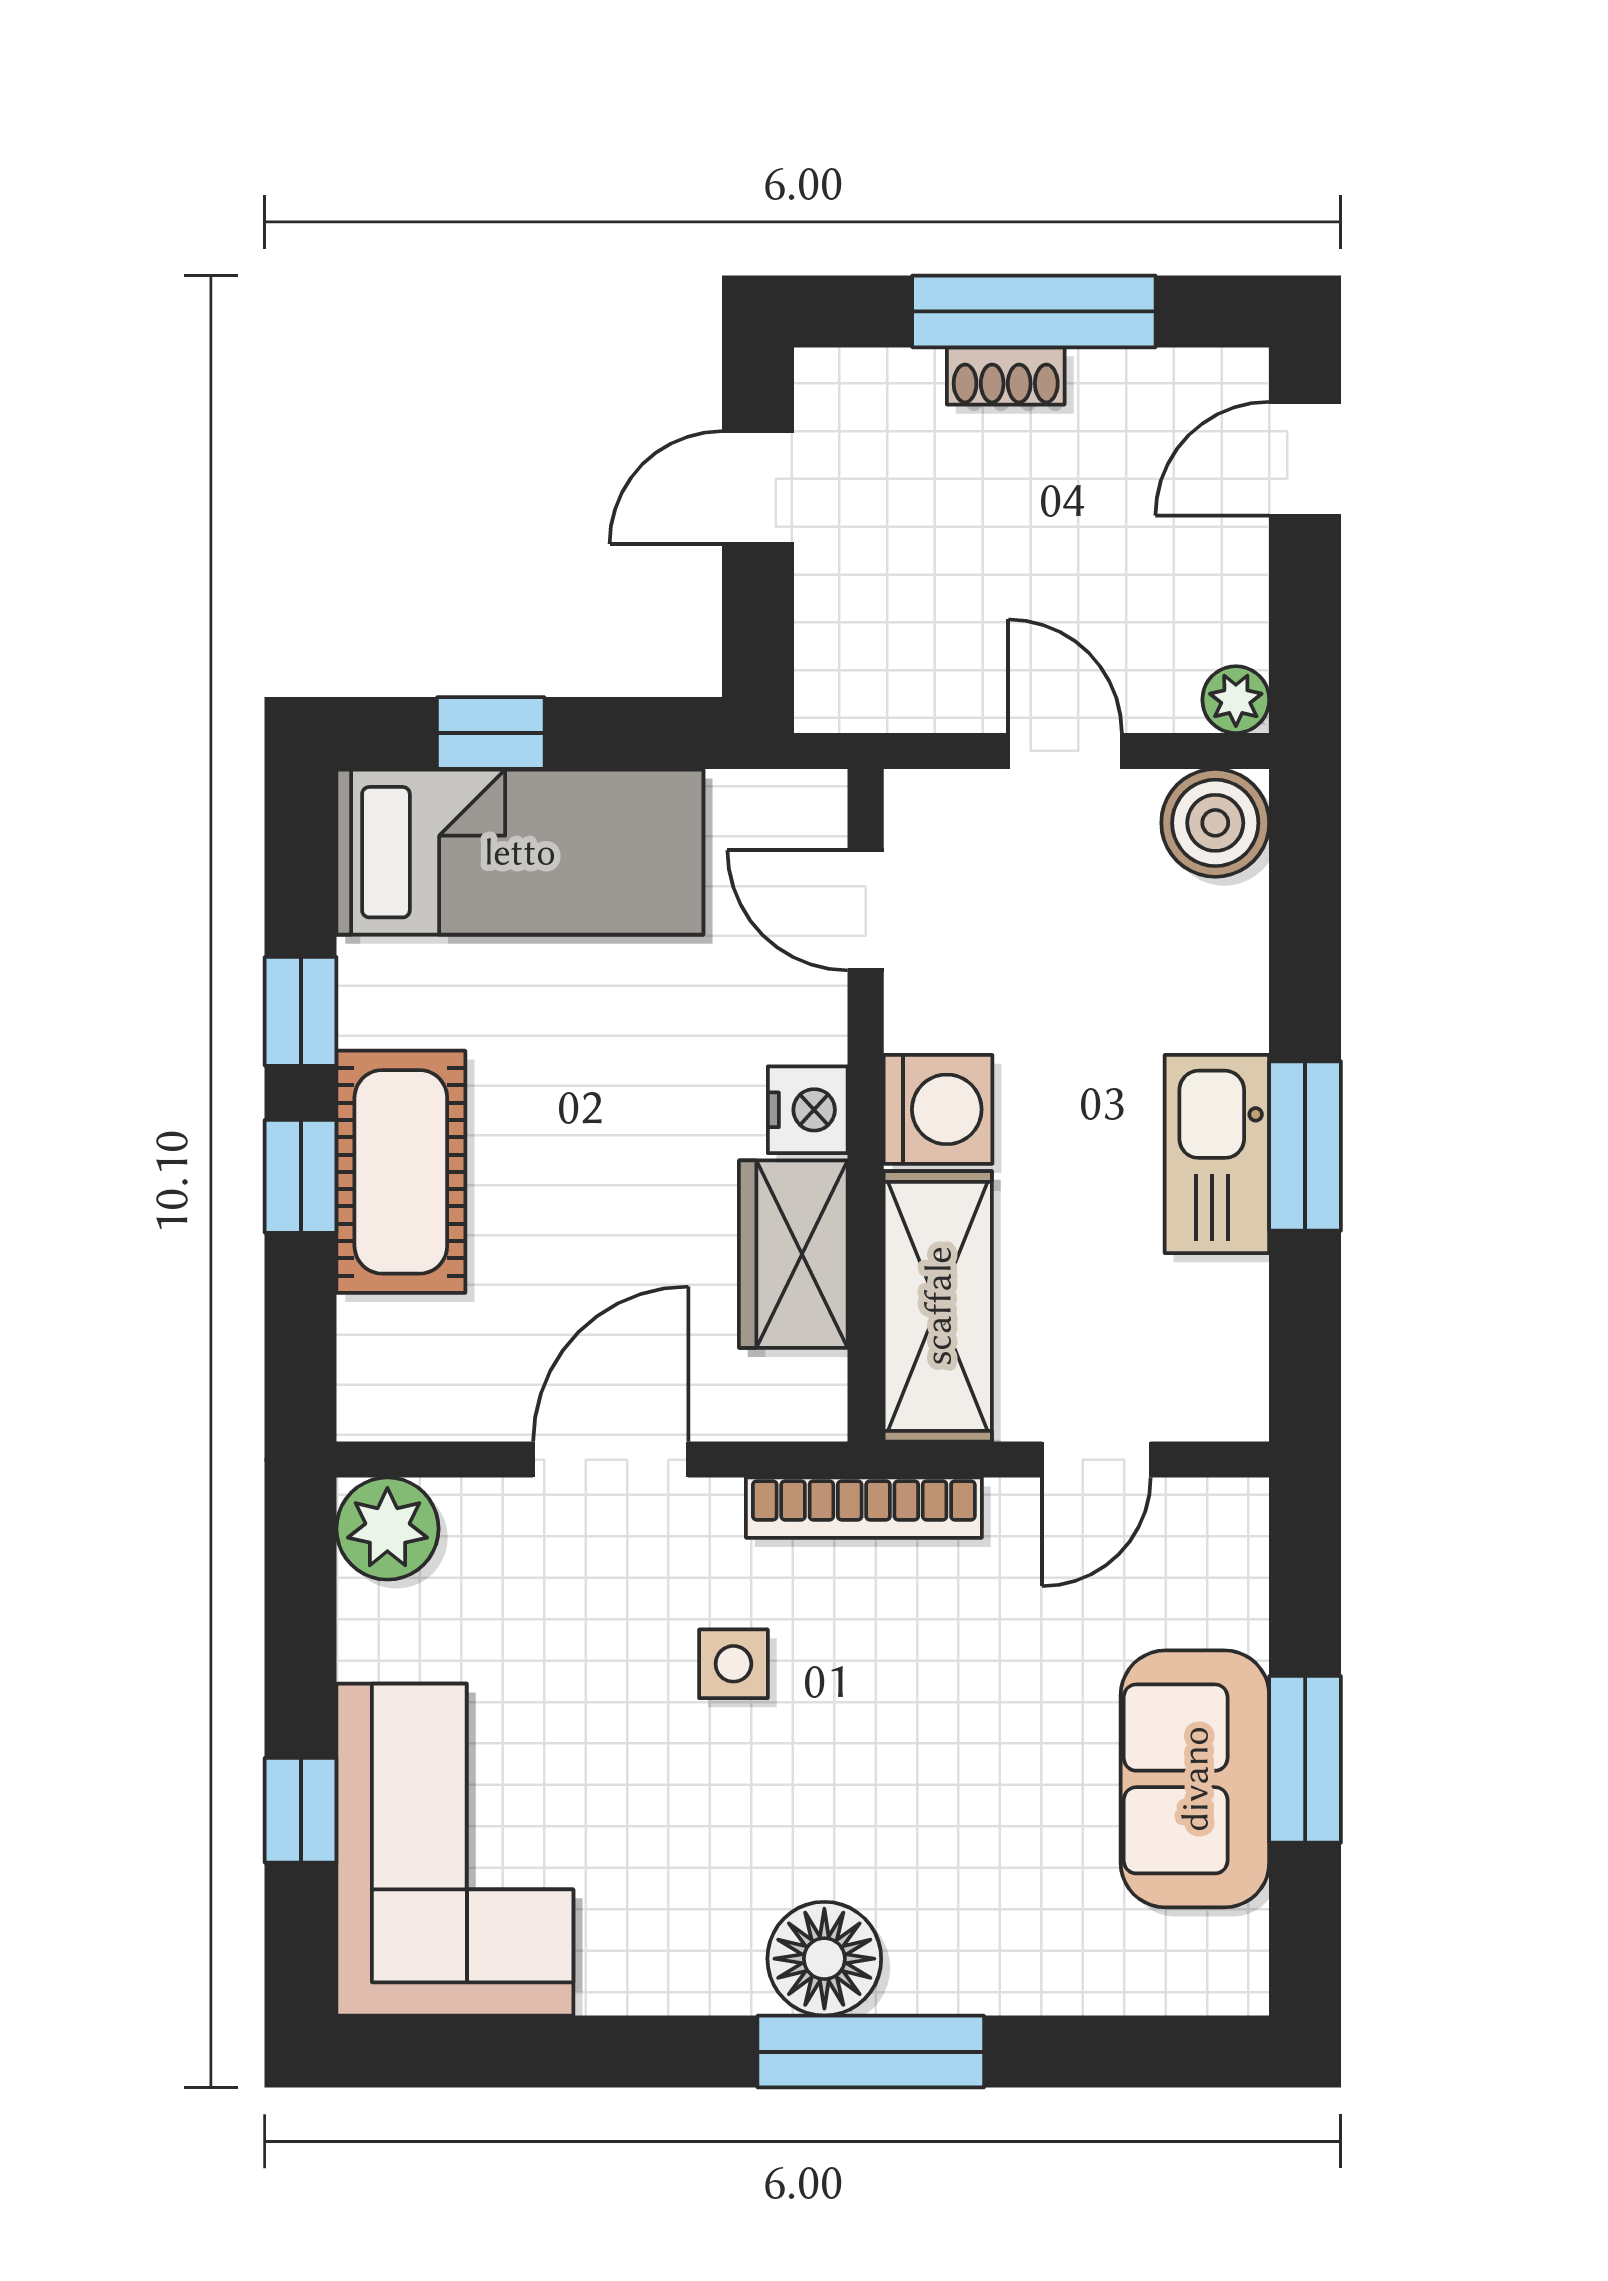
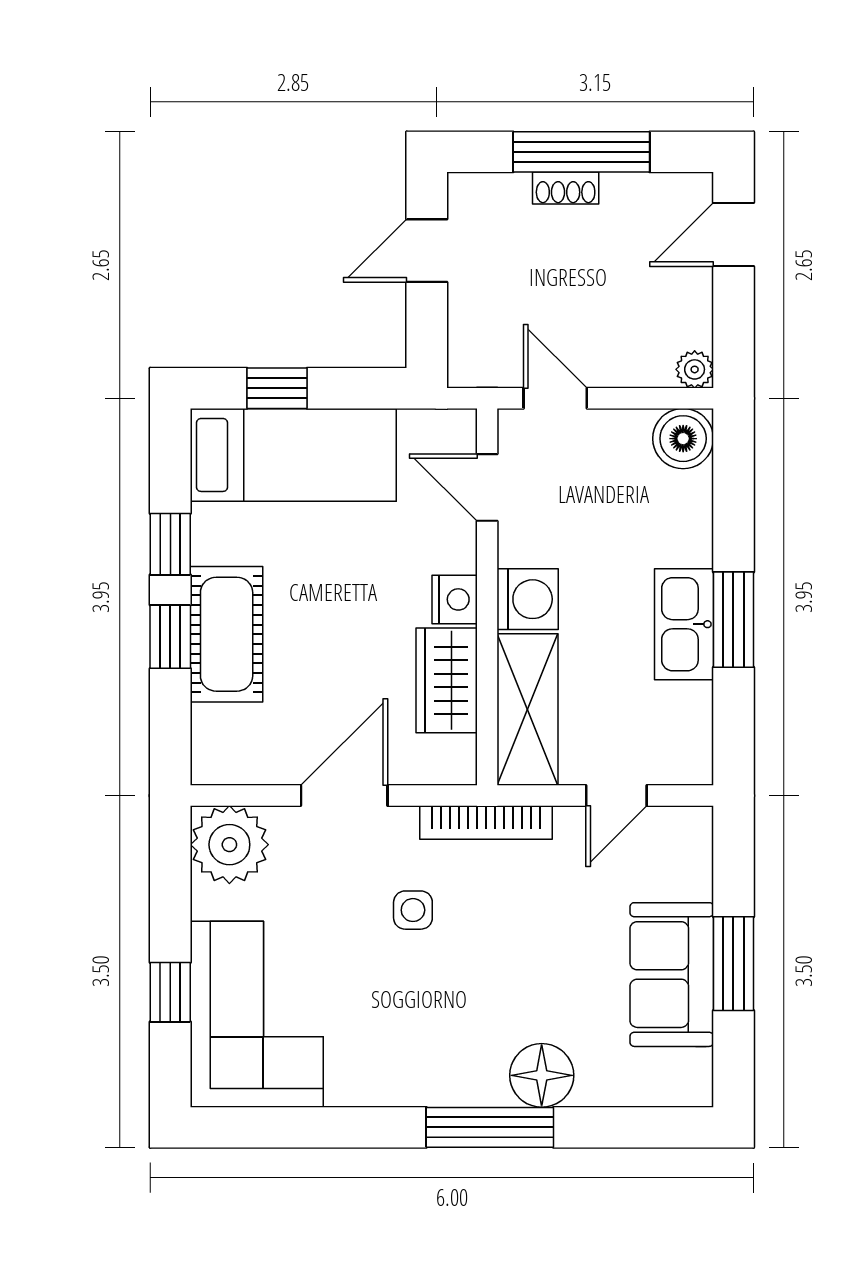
door: (1065, 751) -> (555, 398), moved
plant: (387, 1529) -> (229, 845), width x1.36, depth x1.36
floor lamp: (824, 1959) -> (542, 1075), moved

